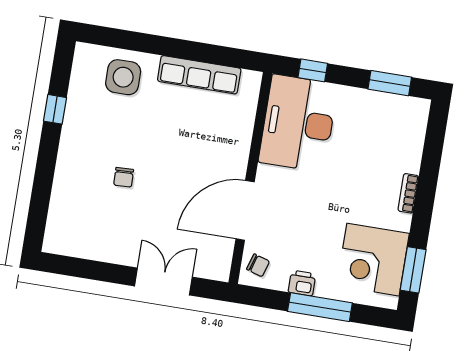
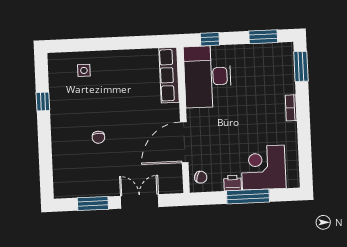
row of seats: (199, 75) -> (169, 75), moved, turned 90
side table: (123, 77) -> (84, 70), width x0.54, depth x0.54
corner desk: (373, 260) -> (263, 168), moved, turned 90
window: (96, 270) -> (93, 204), added
window: (413, 270) -> (301, 66), moved

